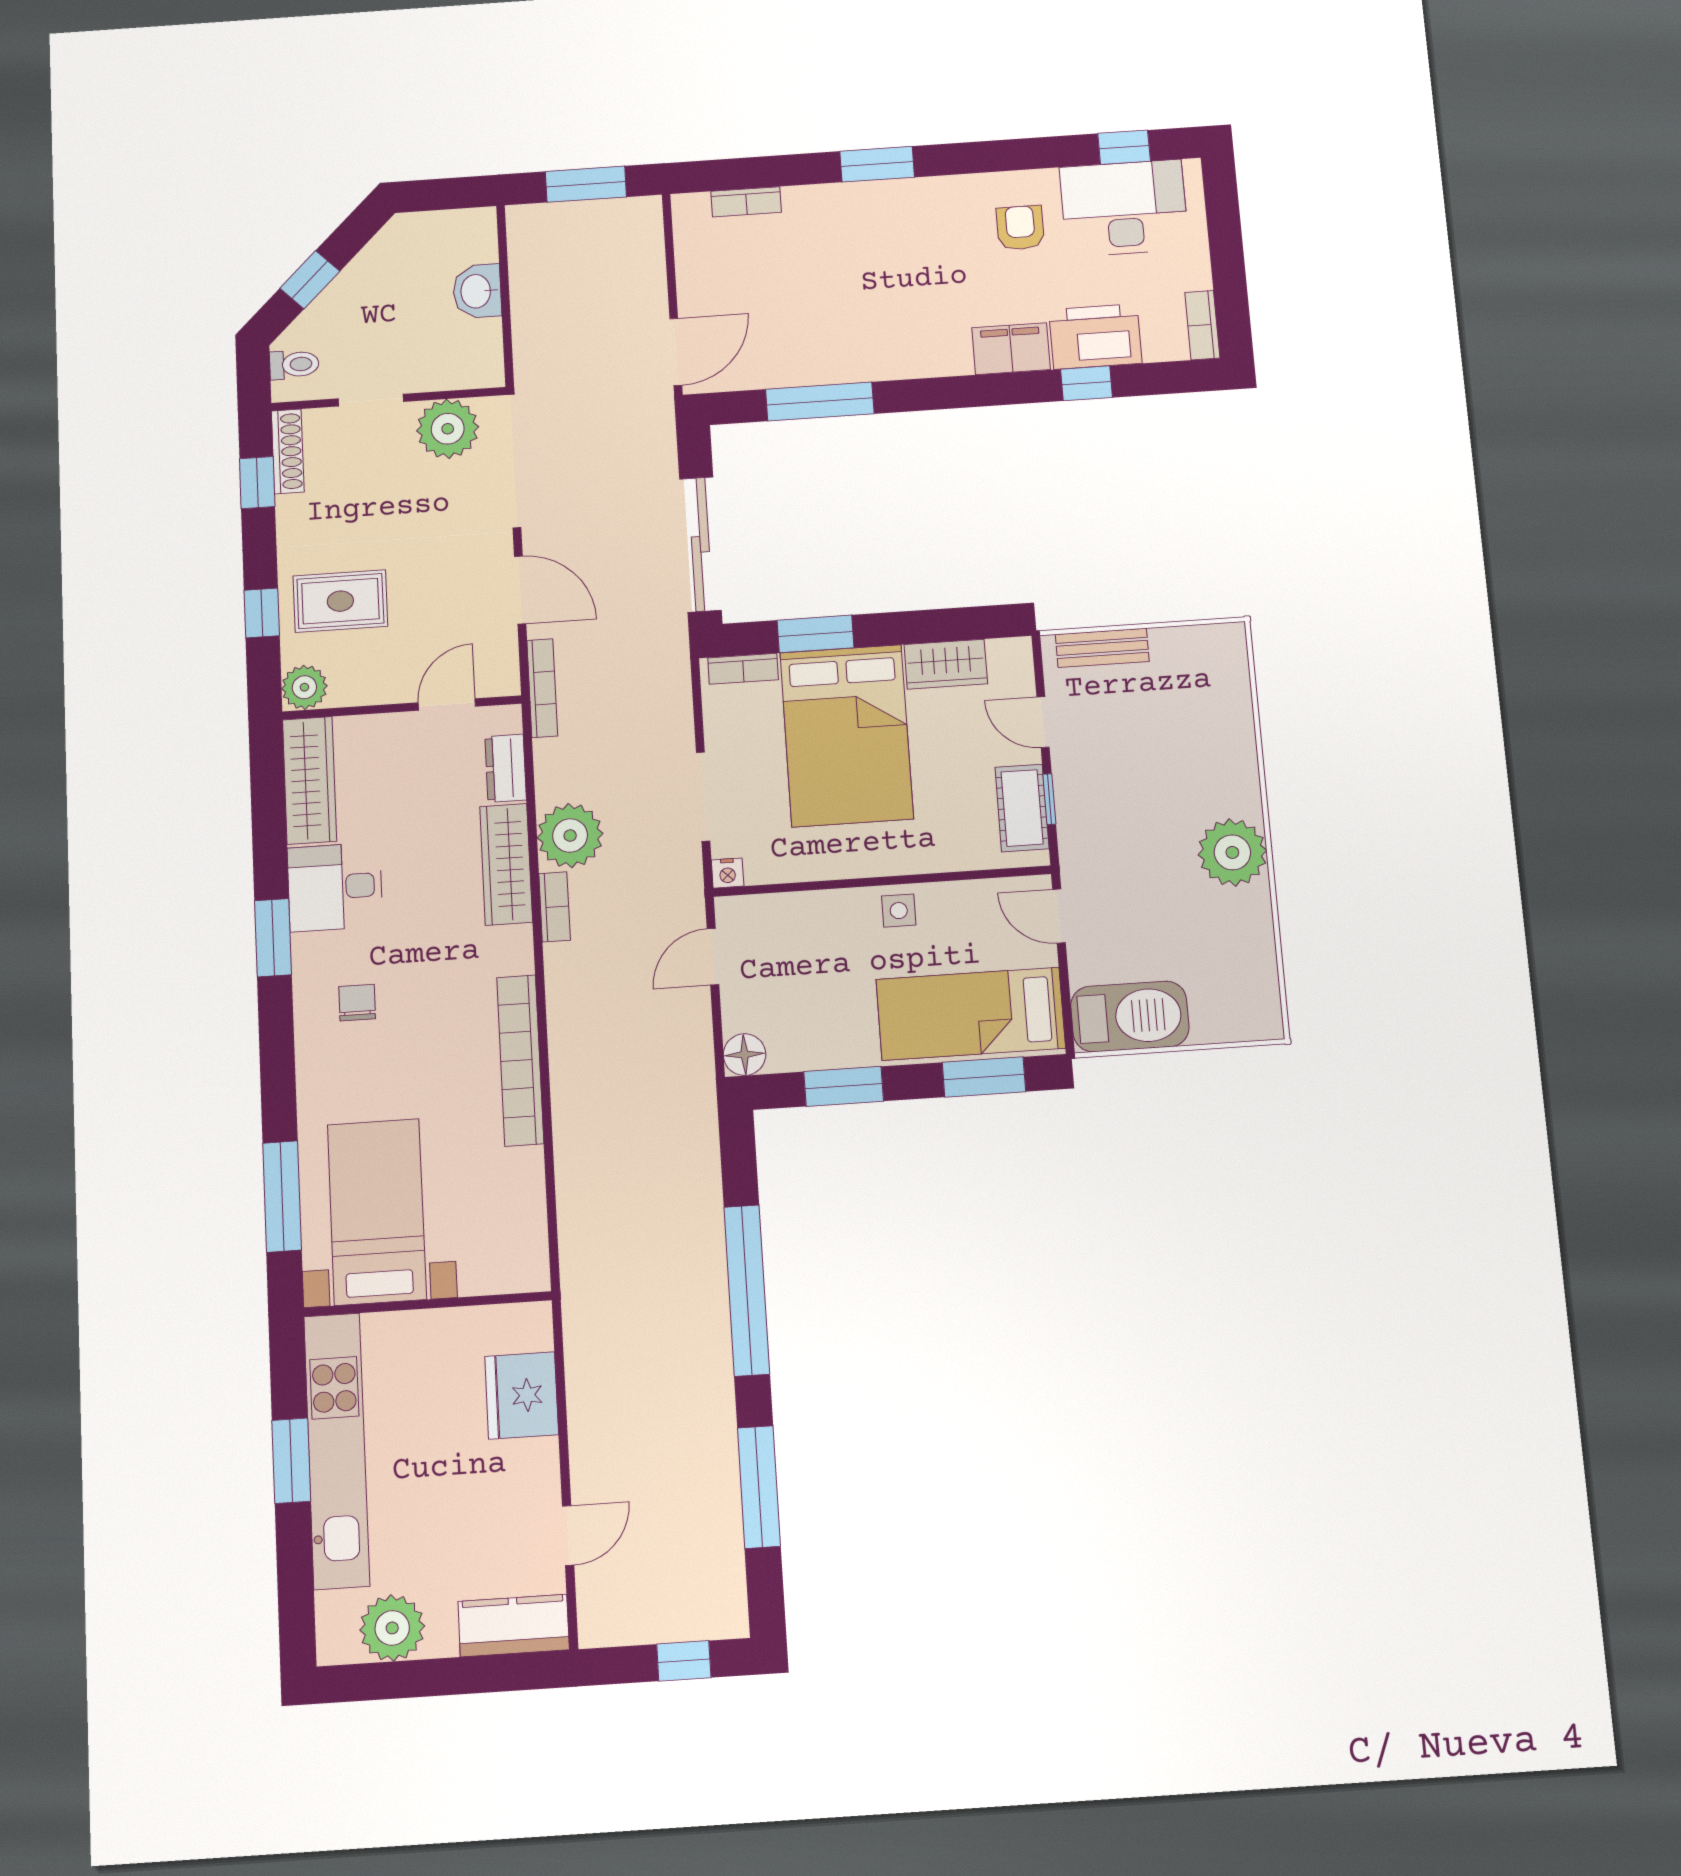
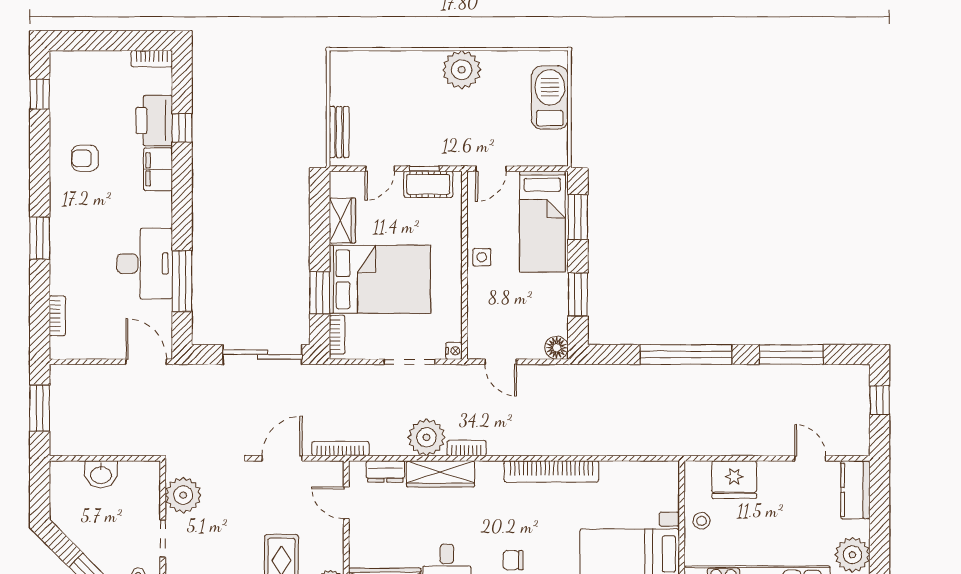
desk: (1124, 208) -> (145, 264), moved, turned 180
barbecue: (1130, 1016) -> (550, 98), moved
stool: (443, 1340) -> (701, 521), added

